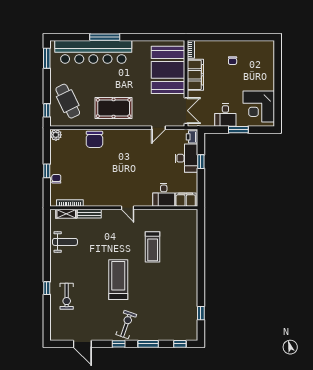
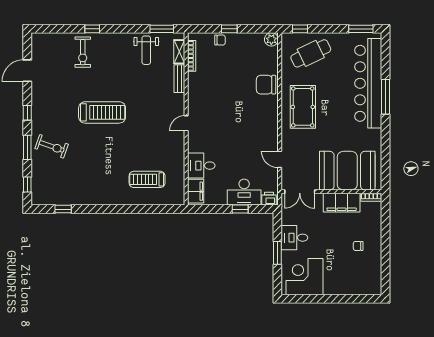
window: (47, 229) -> (162, 29), added
treadmill: (153, 247) -> (147, 179), moved
exercise bike: (67, 296) -> (83, 52), turned -90
exercise bike: (126, 325) -> (52, 146), moved

